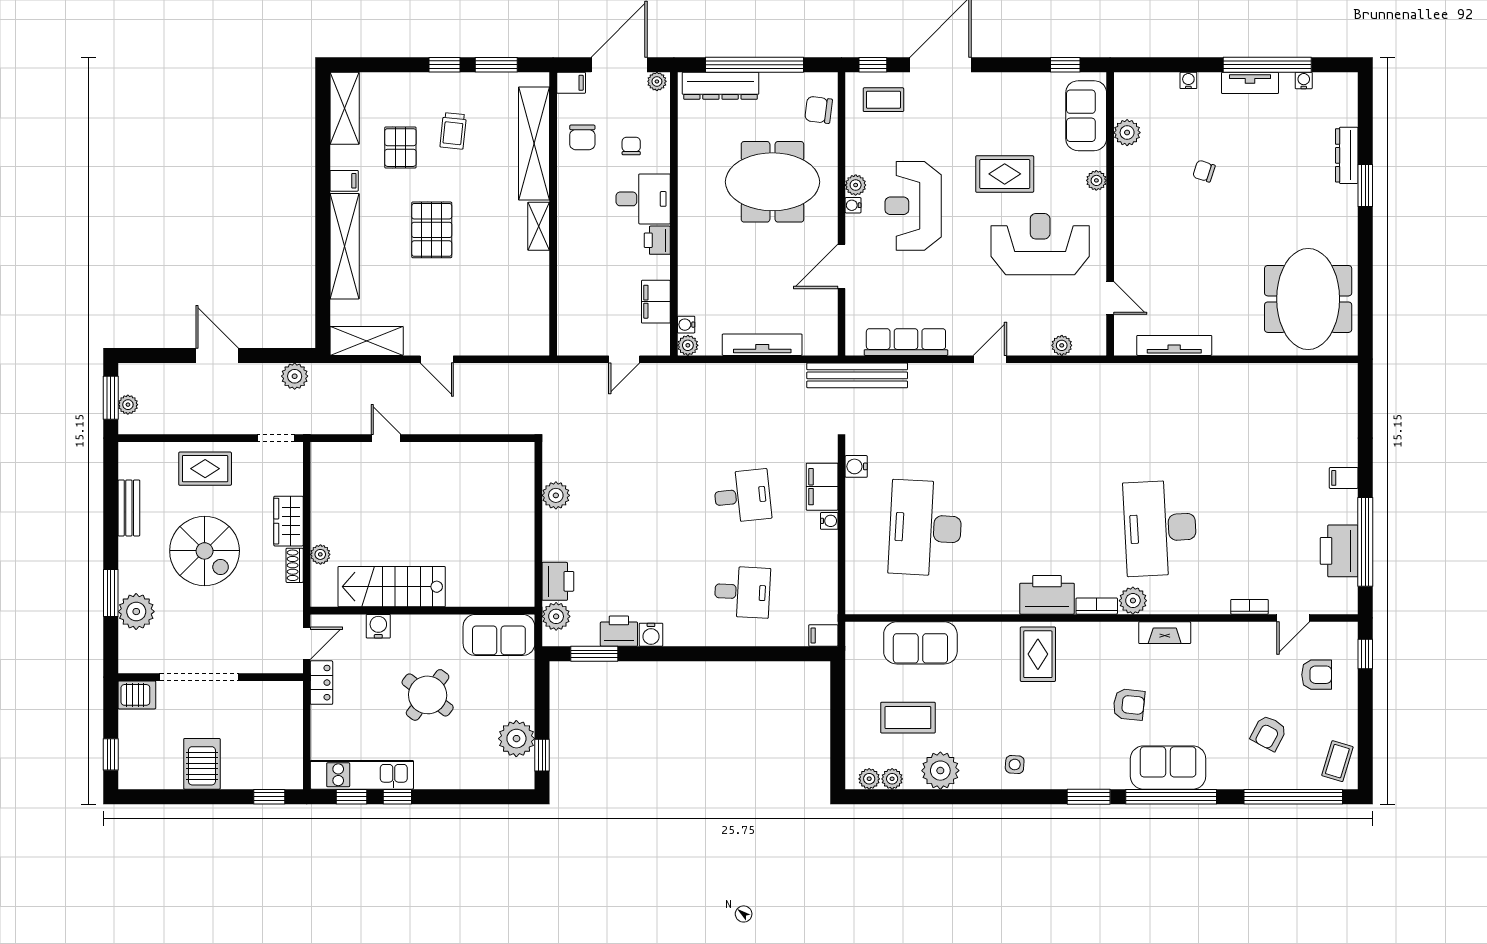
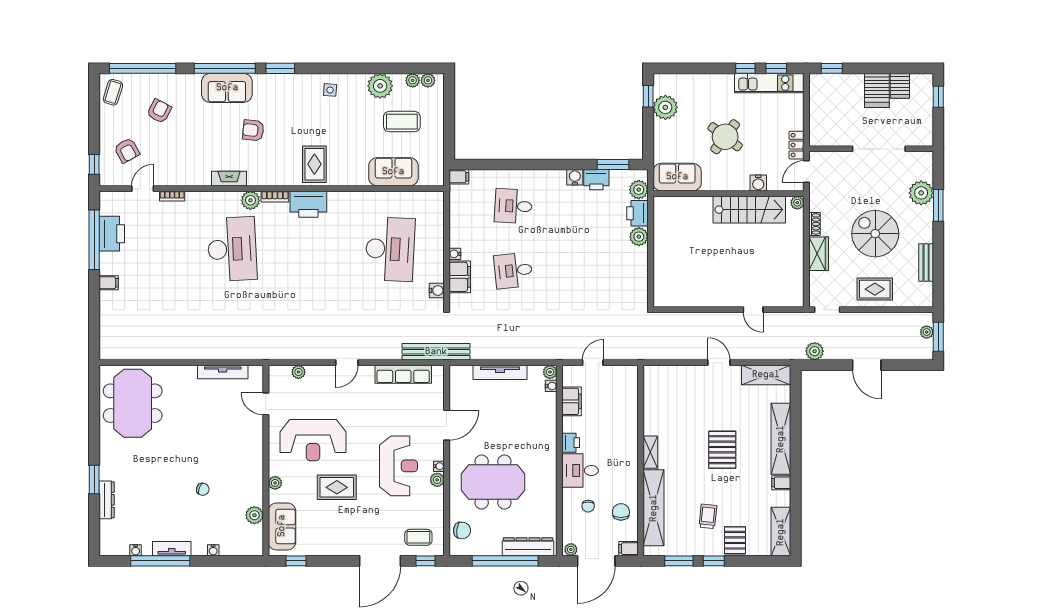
pallet: (400, 148) -> (735, 540), moved
plant: (556, 495) -> (639, 237), moved
plant: (320, 554) -> (797, 203), moved
armchair: (1317, 675) -> (127, 150), turned -119
server rack: (137, 695) -> (900, 86), moved, turned -90

